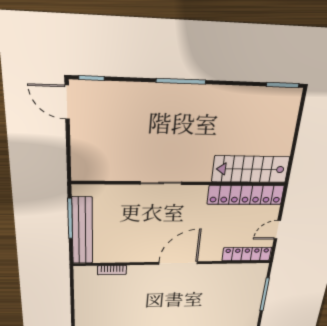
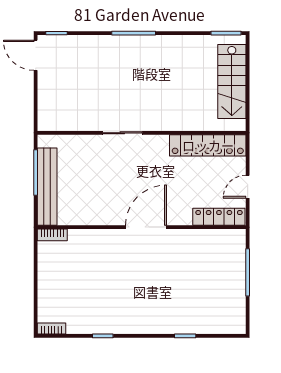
stairs: (251, 169) -> (232, 81), moved, turned -90
bookcase: (112, 270) -> (52, 235), moved

